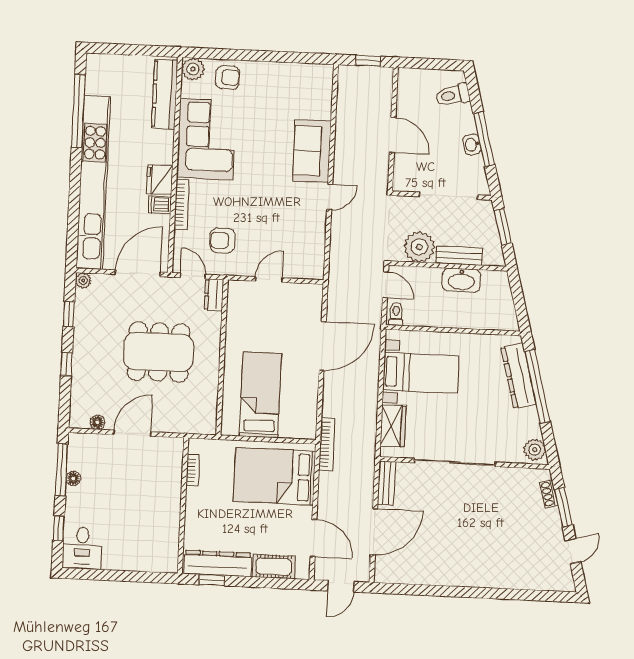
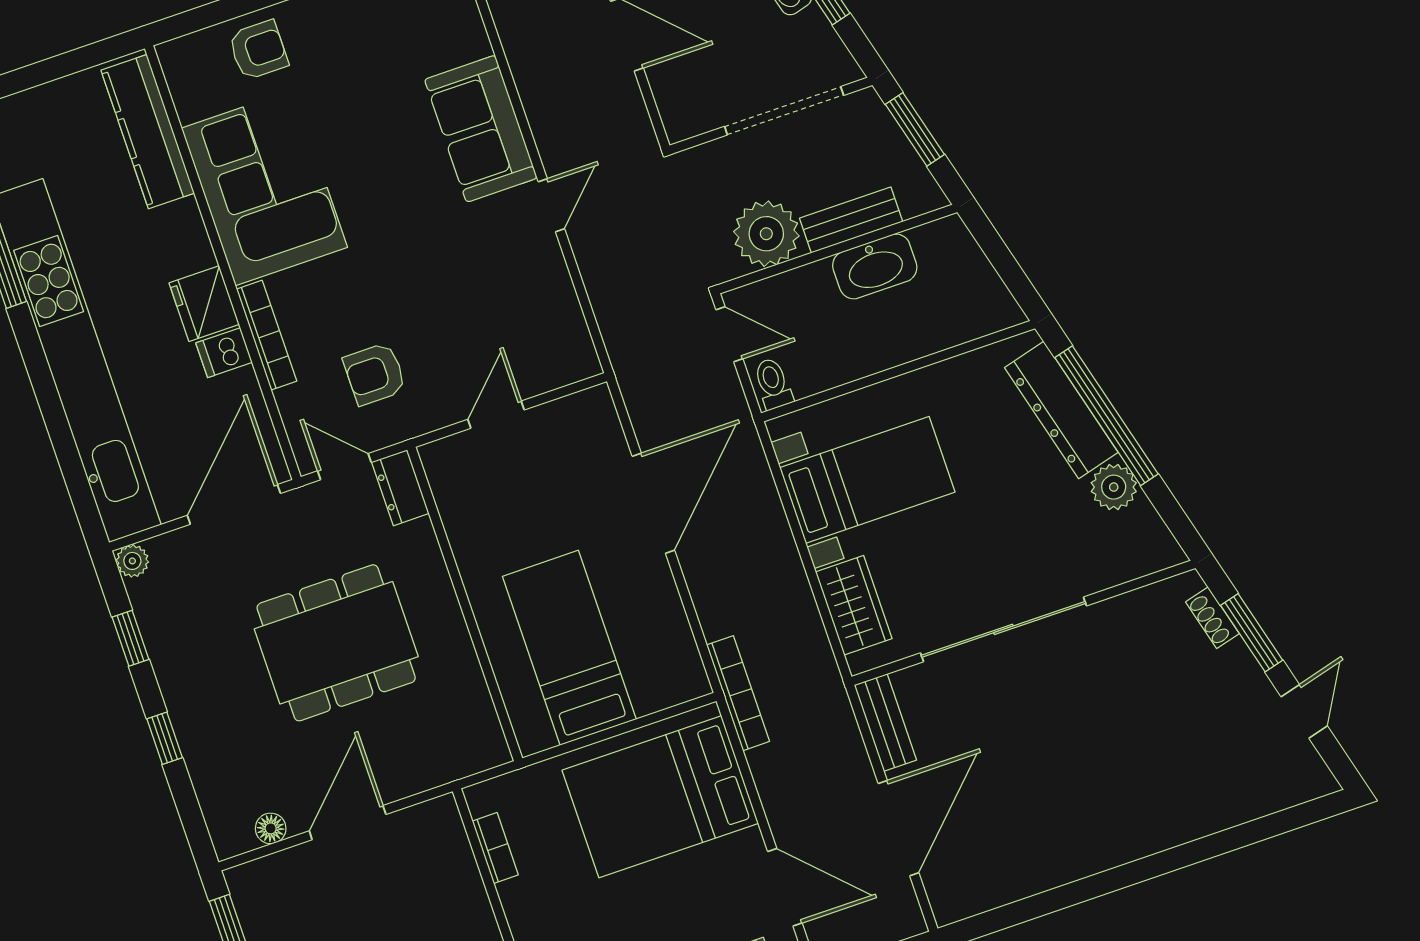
plant: (193, 69) -> (183, 61), removed
plant: (535, 450) -> (1114, 487), moved

